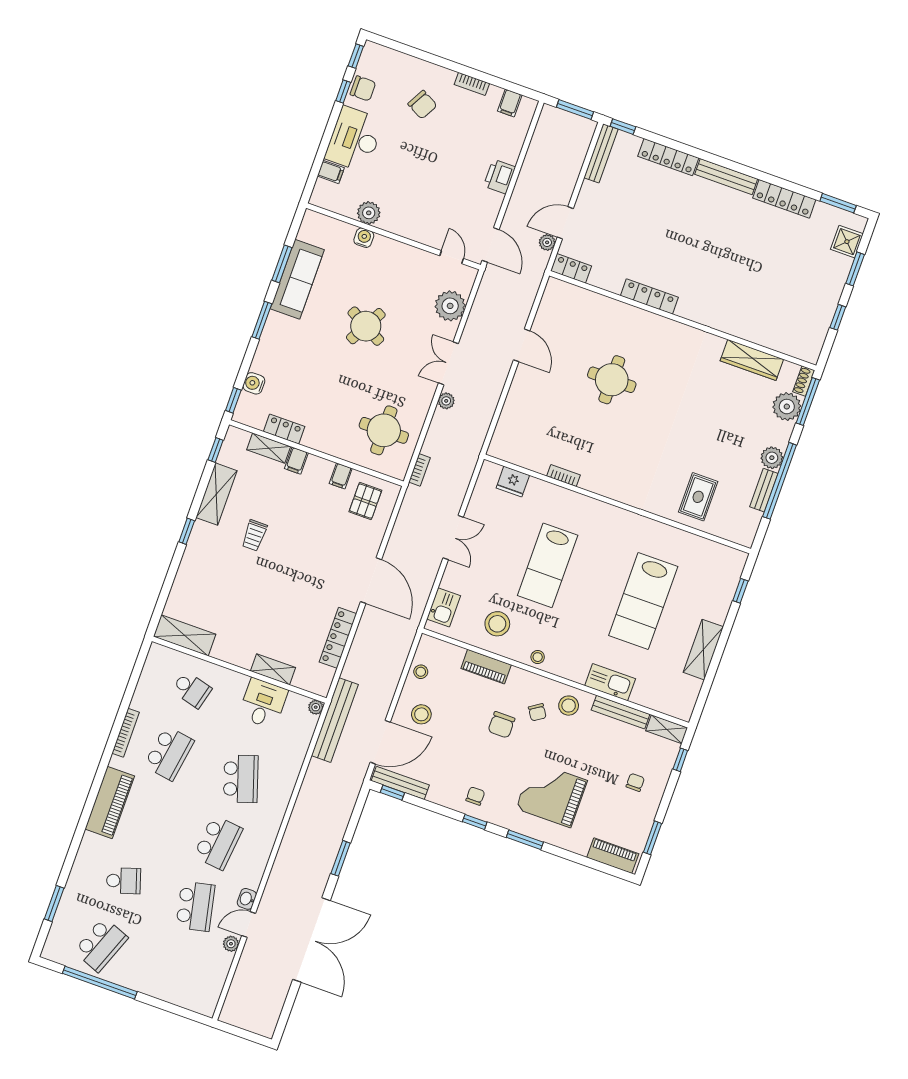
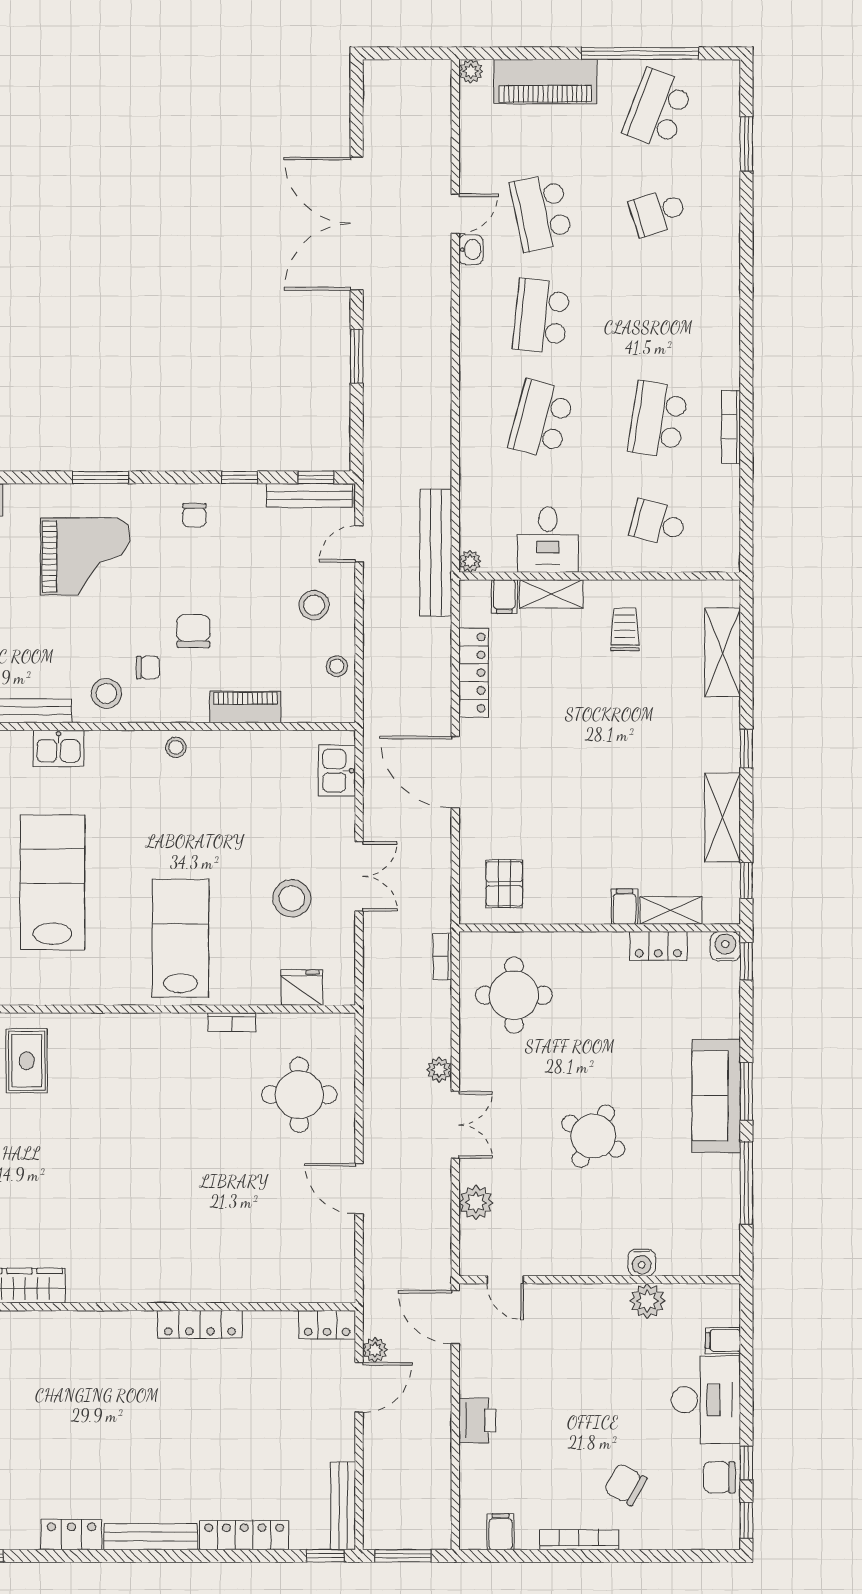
bookcase: (472, 84) -> (579, 1540), width x1.56
locker: (784, 199) -> (71, 1534), width x0.66
window: (282, 264) -> (746, 1183), width x1.44
sofa: (297, 279) -> (716, 1096), moved
plant: (450, 306) -> (476, 1202), width x0.73, depth x0.73
round table: (612, 380) -> (299, 1095), moved
water cooler: (254, 383) -> (725, 946), moved, turned -90
filing cabinet: (341, 476) -> (504, 597), moved, turned 180
trolley: (254, 535) -> (625, 630), moved
double door: (453, 537) -> (359, 876), swing flipped
lab bench: (548, 565) -> (180, 938), moved
stool: (497, 624) -> (292, 898), moved
shelving: (185, 635) -> (723, 652), moved, turned 90
kitchen sink: (610, 682) -> (59, 748), width x0.73
chair: (537, 712) -> (148, 668), turned 123
door: (380, 742) -> (359, 544), width x0.53
school desk: (241, 779) -> (541, 419), turned 33
piano: (110, 802) -> (545, 82), moved, turned -90
window: (475, 822) -> (240, 477), moved
plant: (231, 944) -> (471, 71), moved

